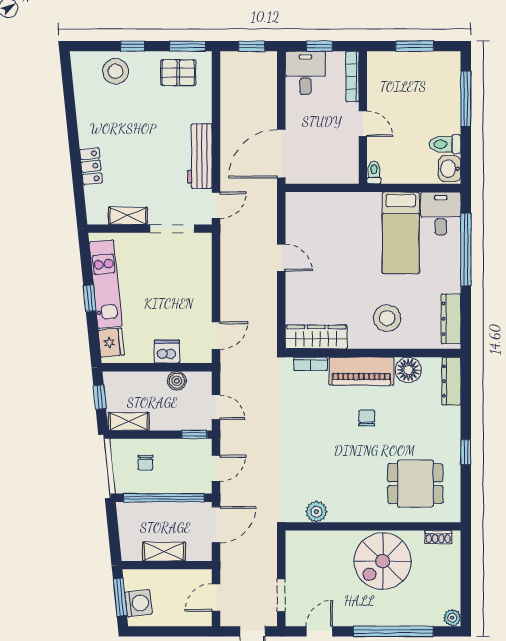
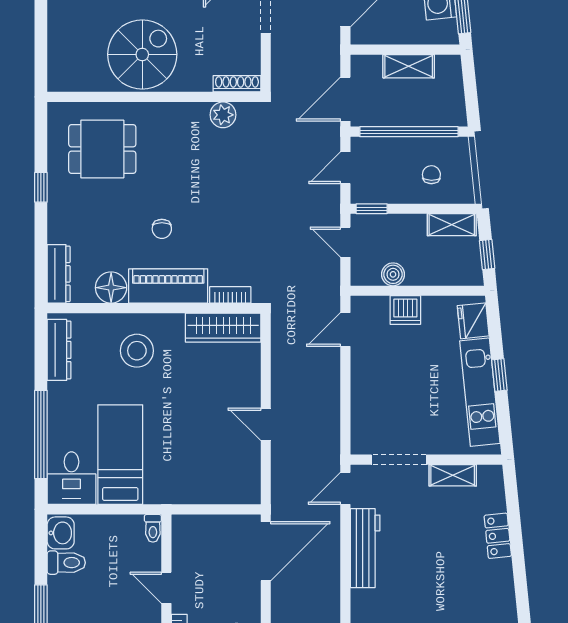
shoe rack: (438, 537) -> (237, 84), moved, width x1.43

